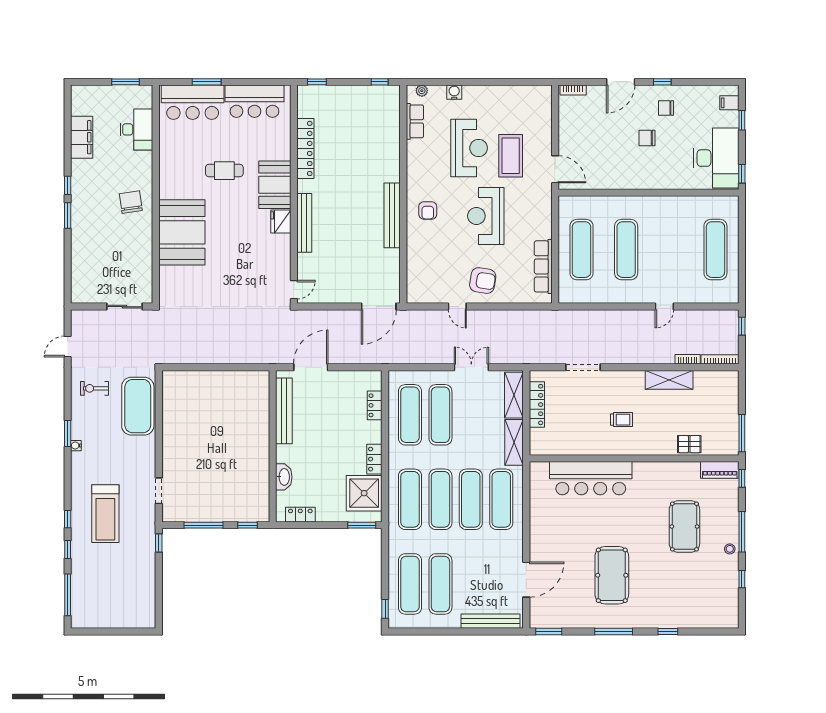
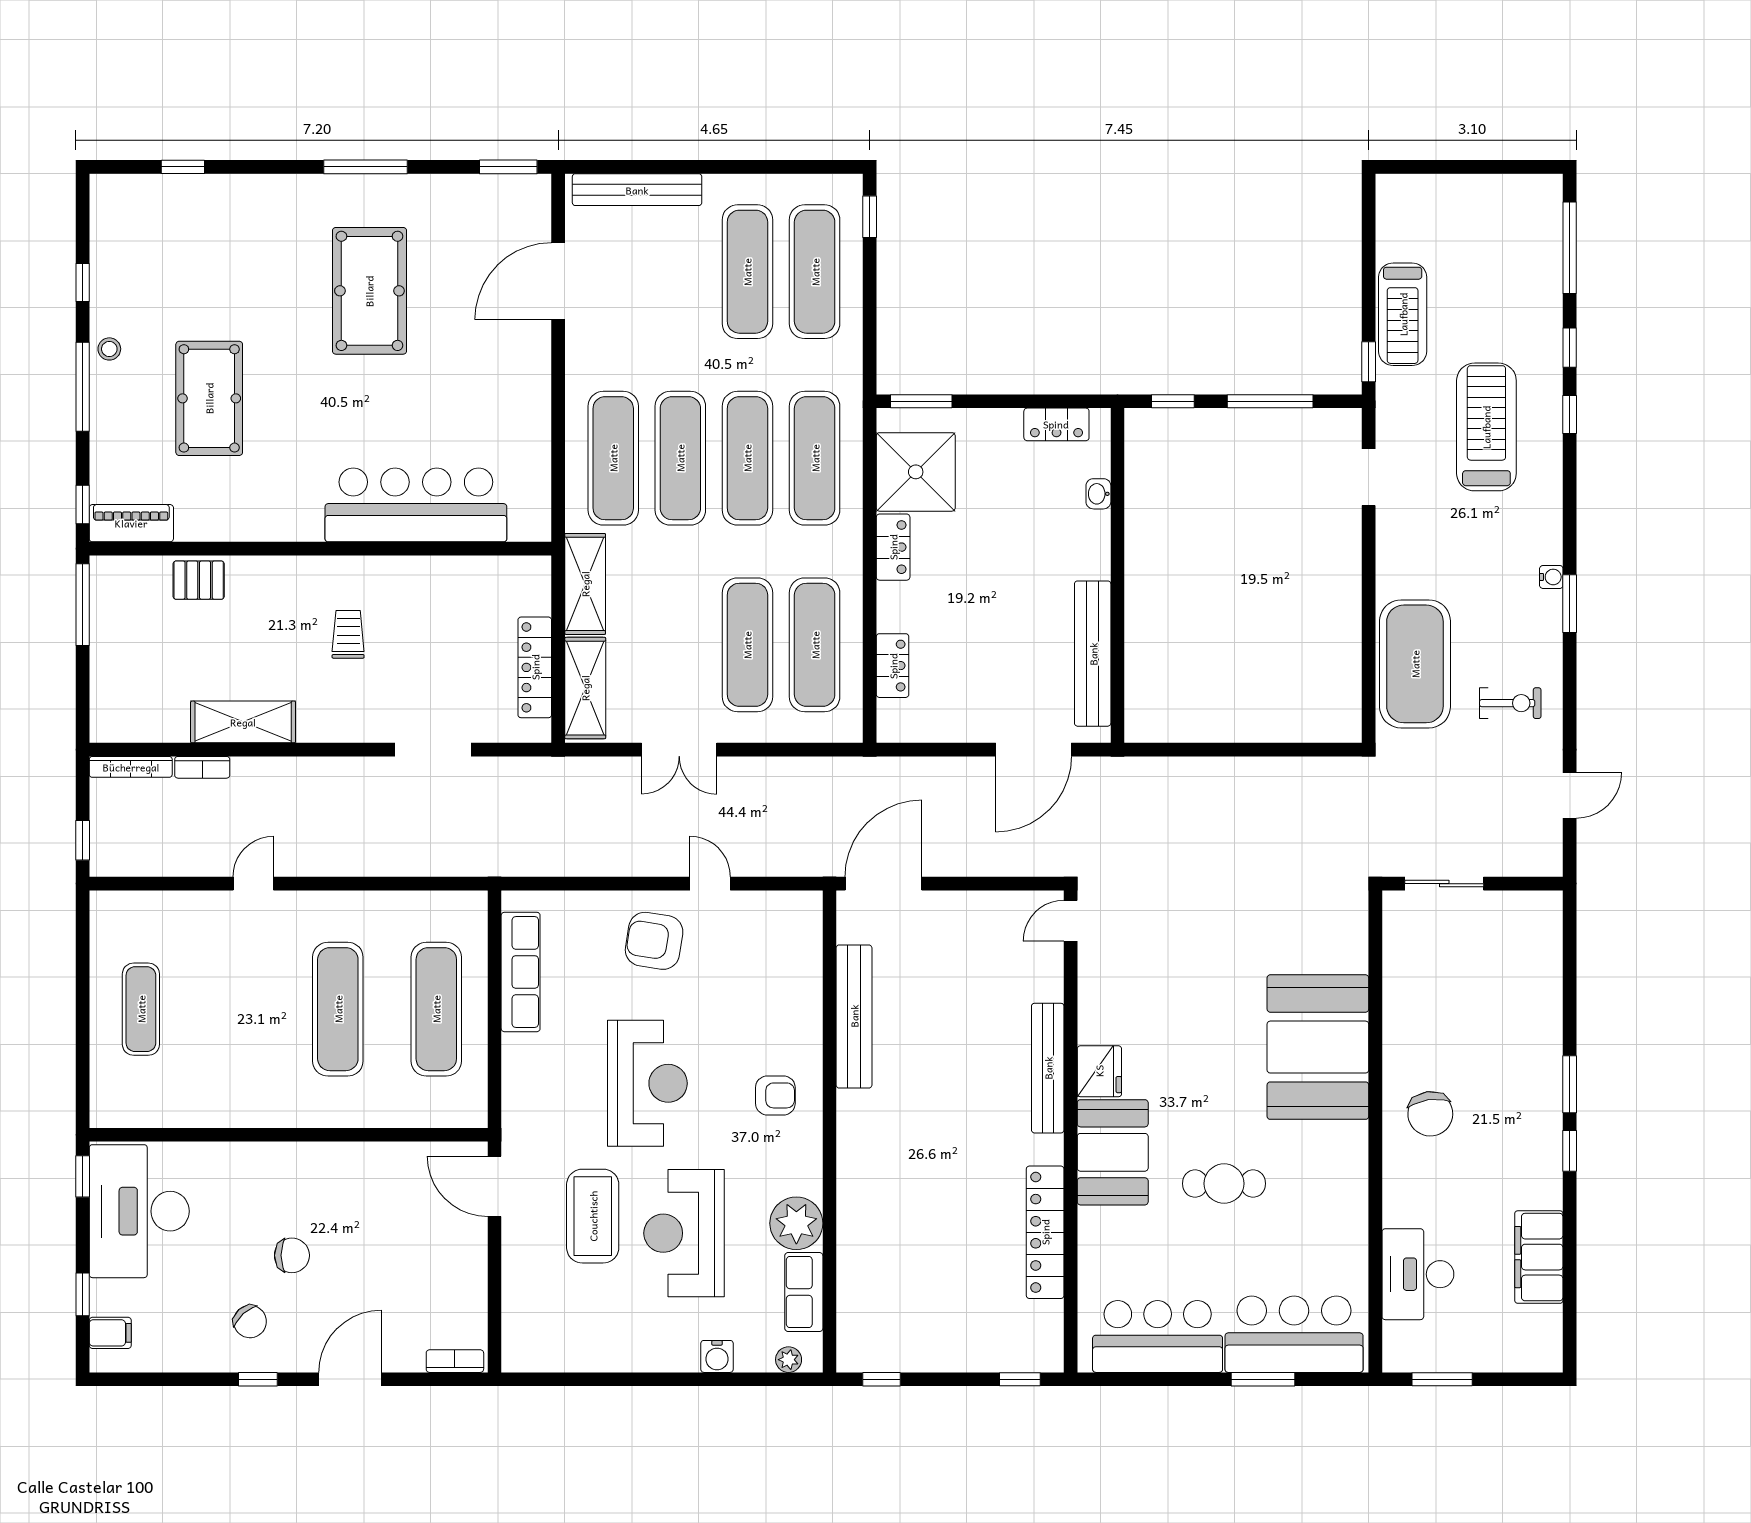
chair: (666, 108) -> (250, 1322), turned 48
plant: (418, 152) -> (796, 1223), added
armchair: (428, 210) -> (775, 1095), turned 90
bench: (392, 215) -> (854, 1016), moved
exercise mat: (715, 250) -> (141, 1009), width x0.73, depth x0.69
trolley: (621, 420) -> (348, 634), turned 90
washbasin: (284, 477) -> (1098, 494), width x0.52, depth x0.69
treadmill: (143, 565) -> (1403, 314), added
window: (668, 631) -> (183, 167), moved

